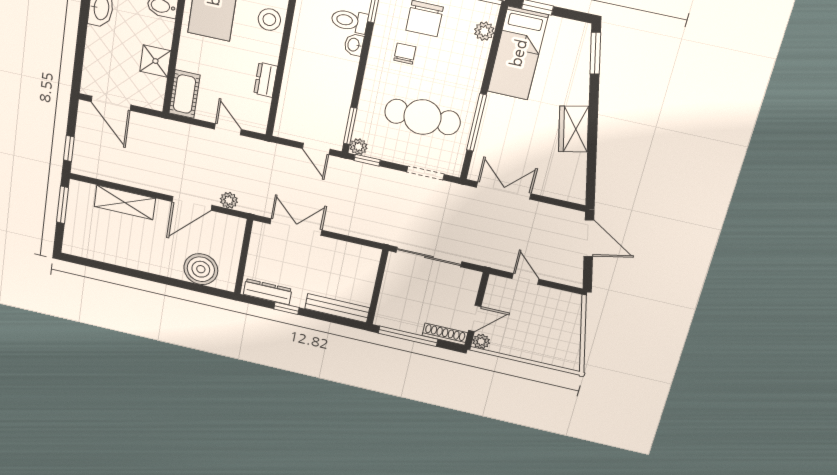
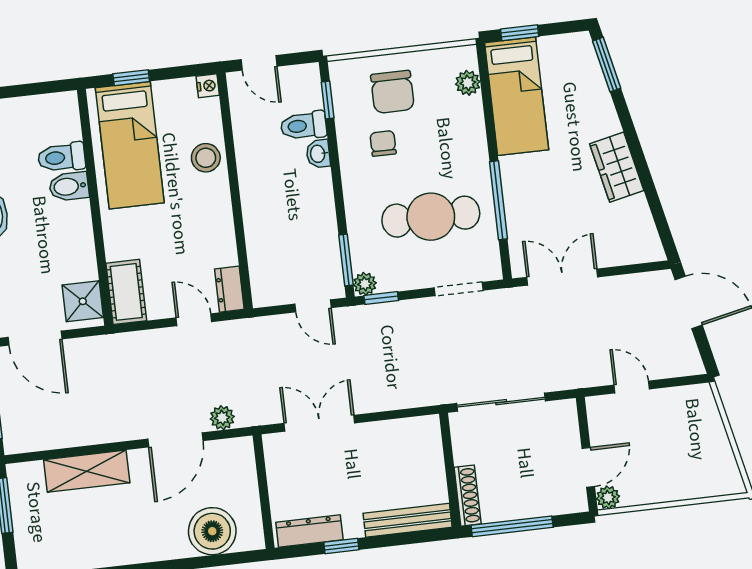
shower: (155, 61) -> (83, 301), moved
dresser: (266, 80) -> (229, 289), moved
shoe rack: (445, 334) -> (468, 496), moved, turned 90

